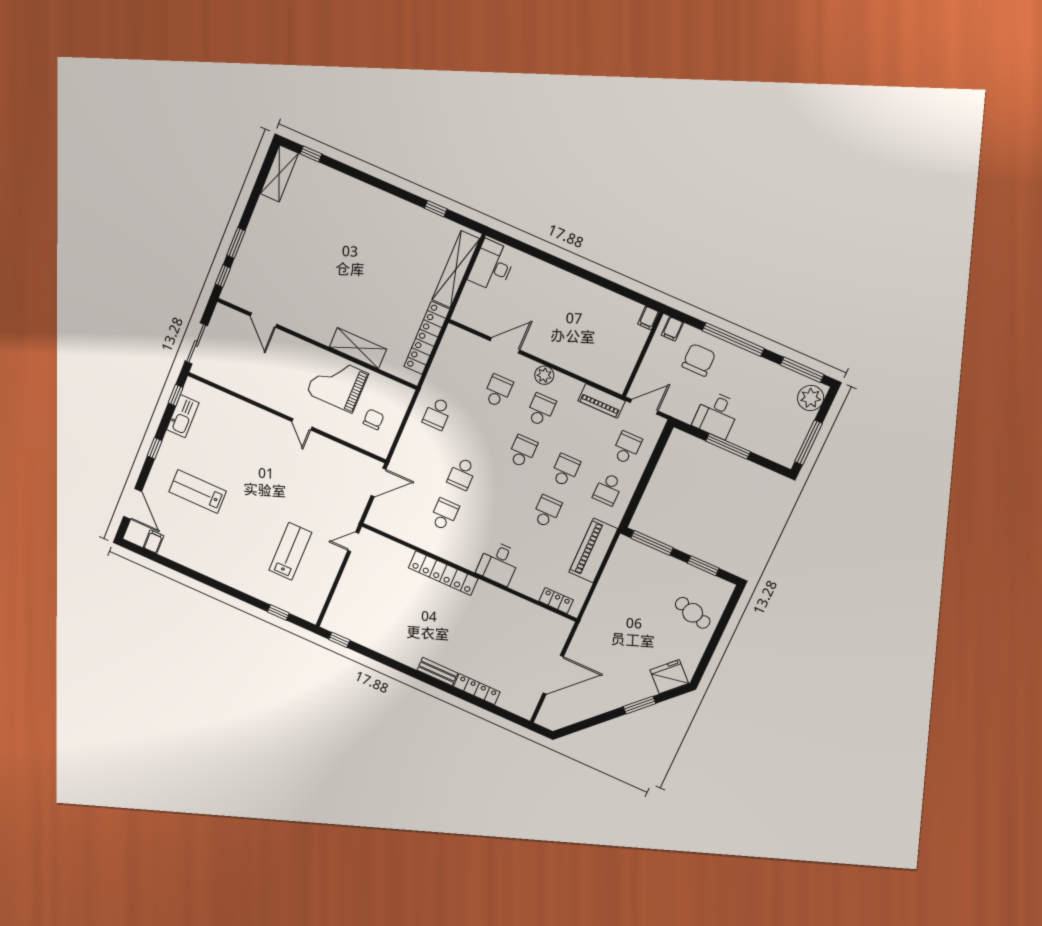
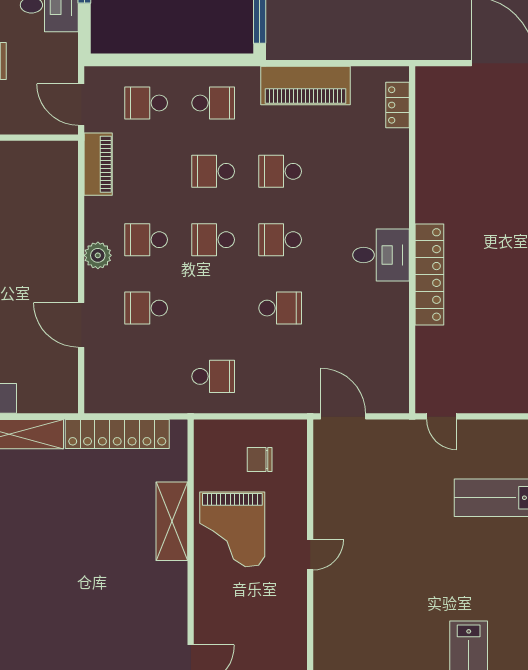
school desk: (444, 514) -> (280, 240), moved
desk: (499, 563) -> (381, 255), moved

